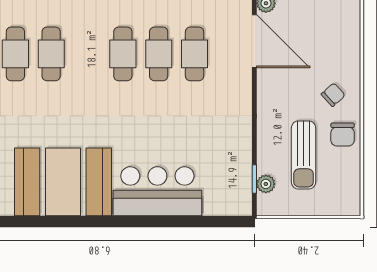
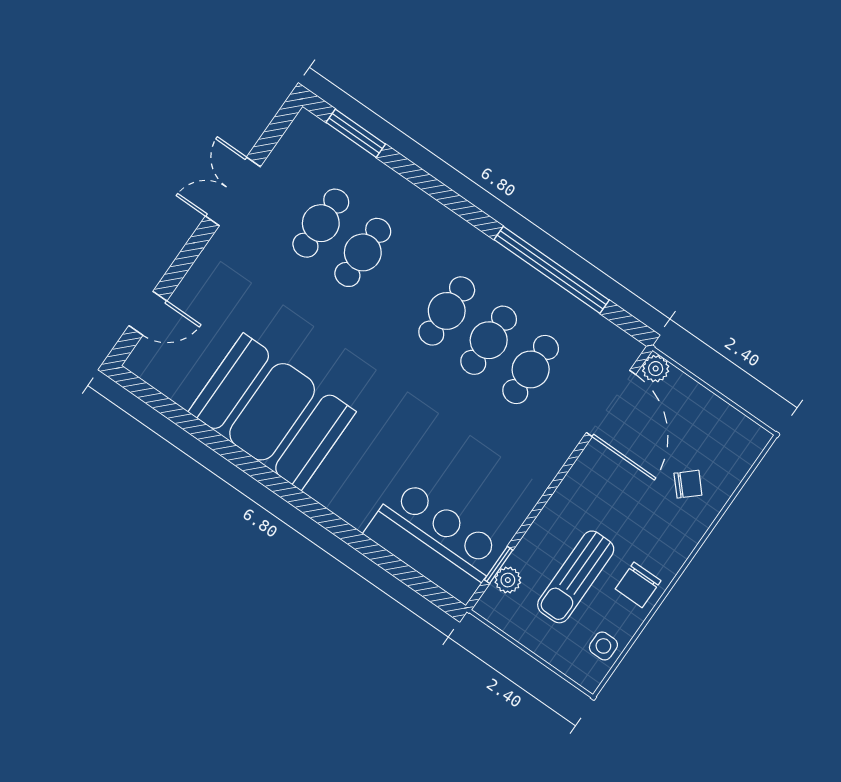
chair: (333, 95) -> (688, 484), moved
side table: (347, 184) -> (603, 646), added
bar counter: (157, 191) -> (434, 541), moved

